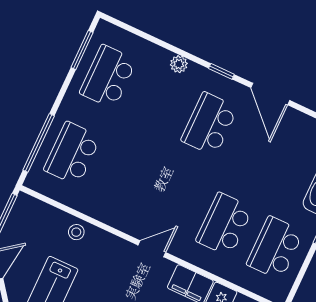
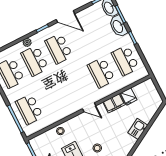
school desk: (159, 100) -> (35, 61), added
door: (152, 249) -> (89, 107), swing flipped

